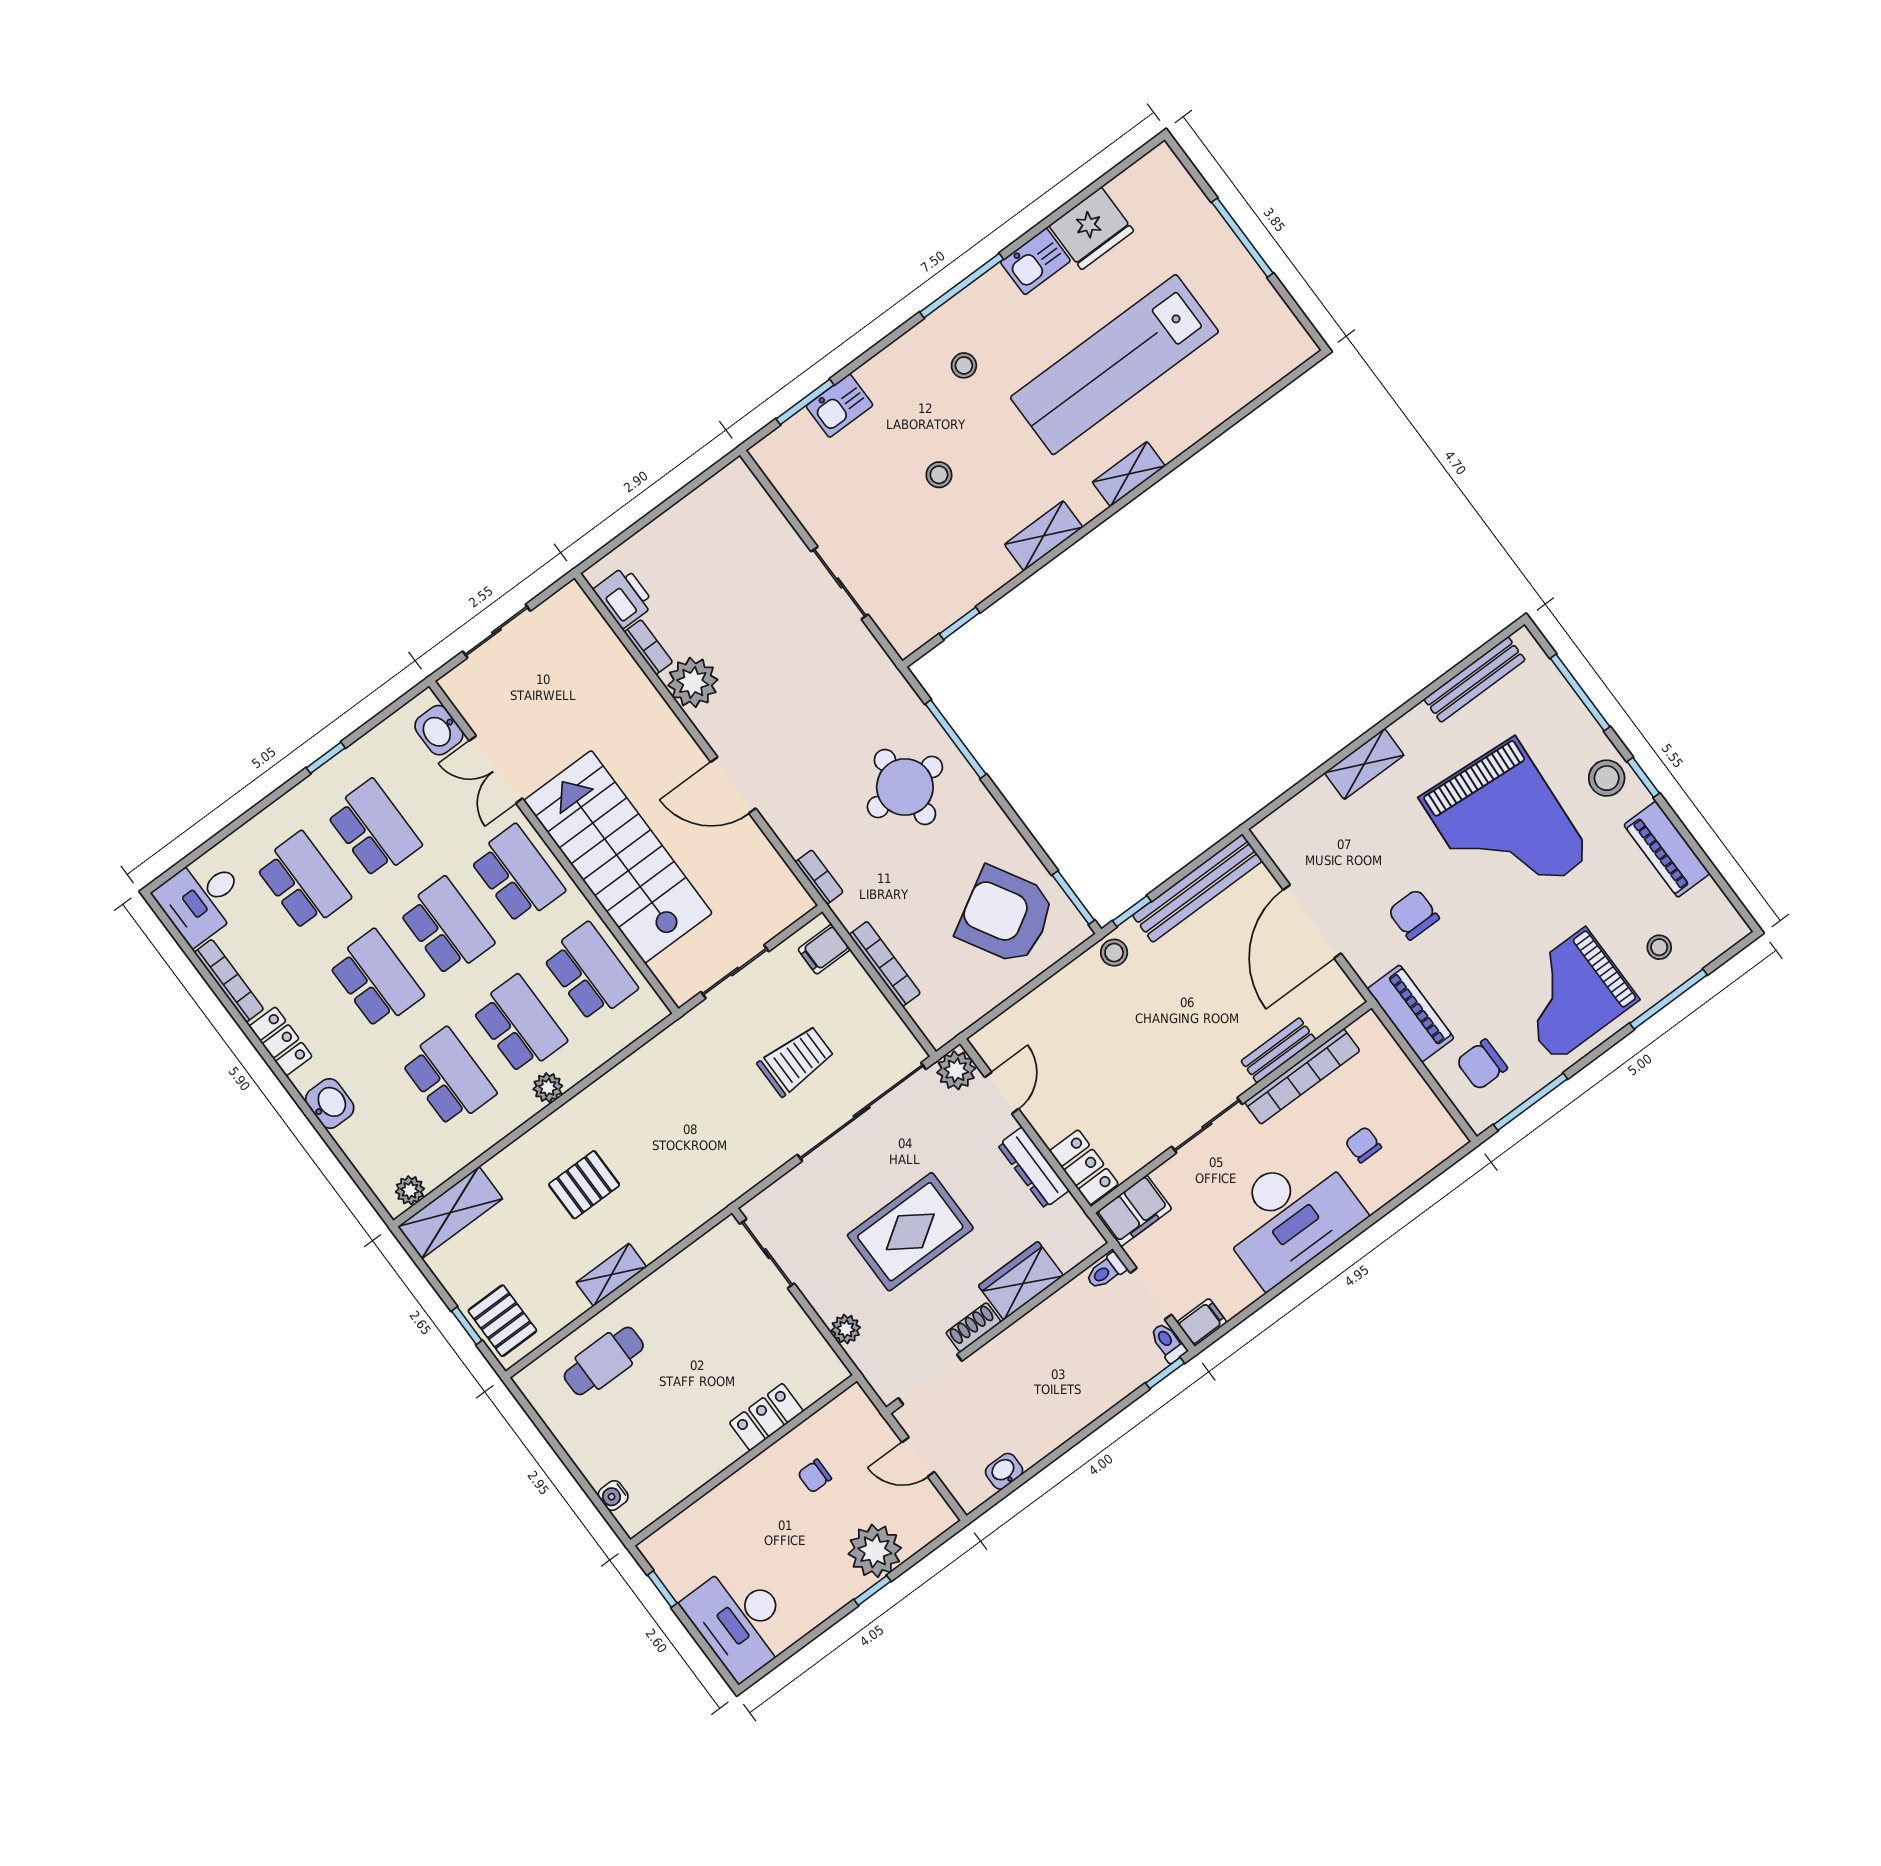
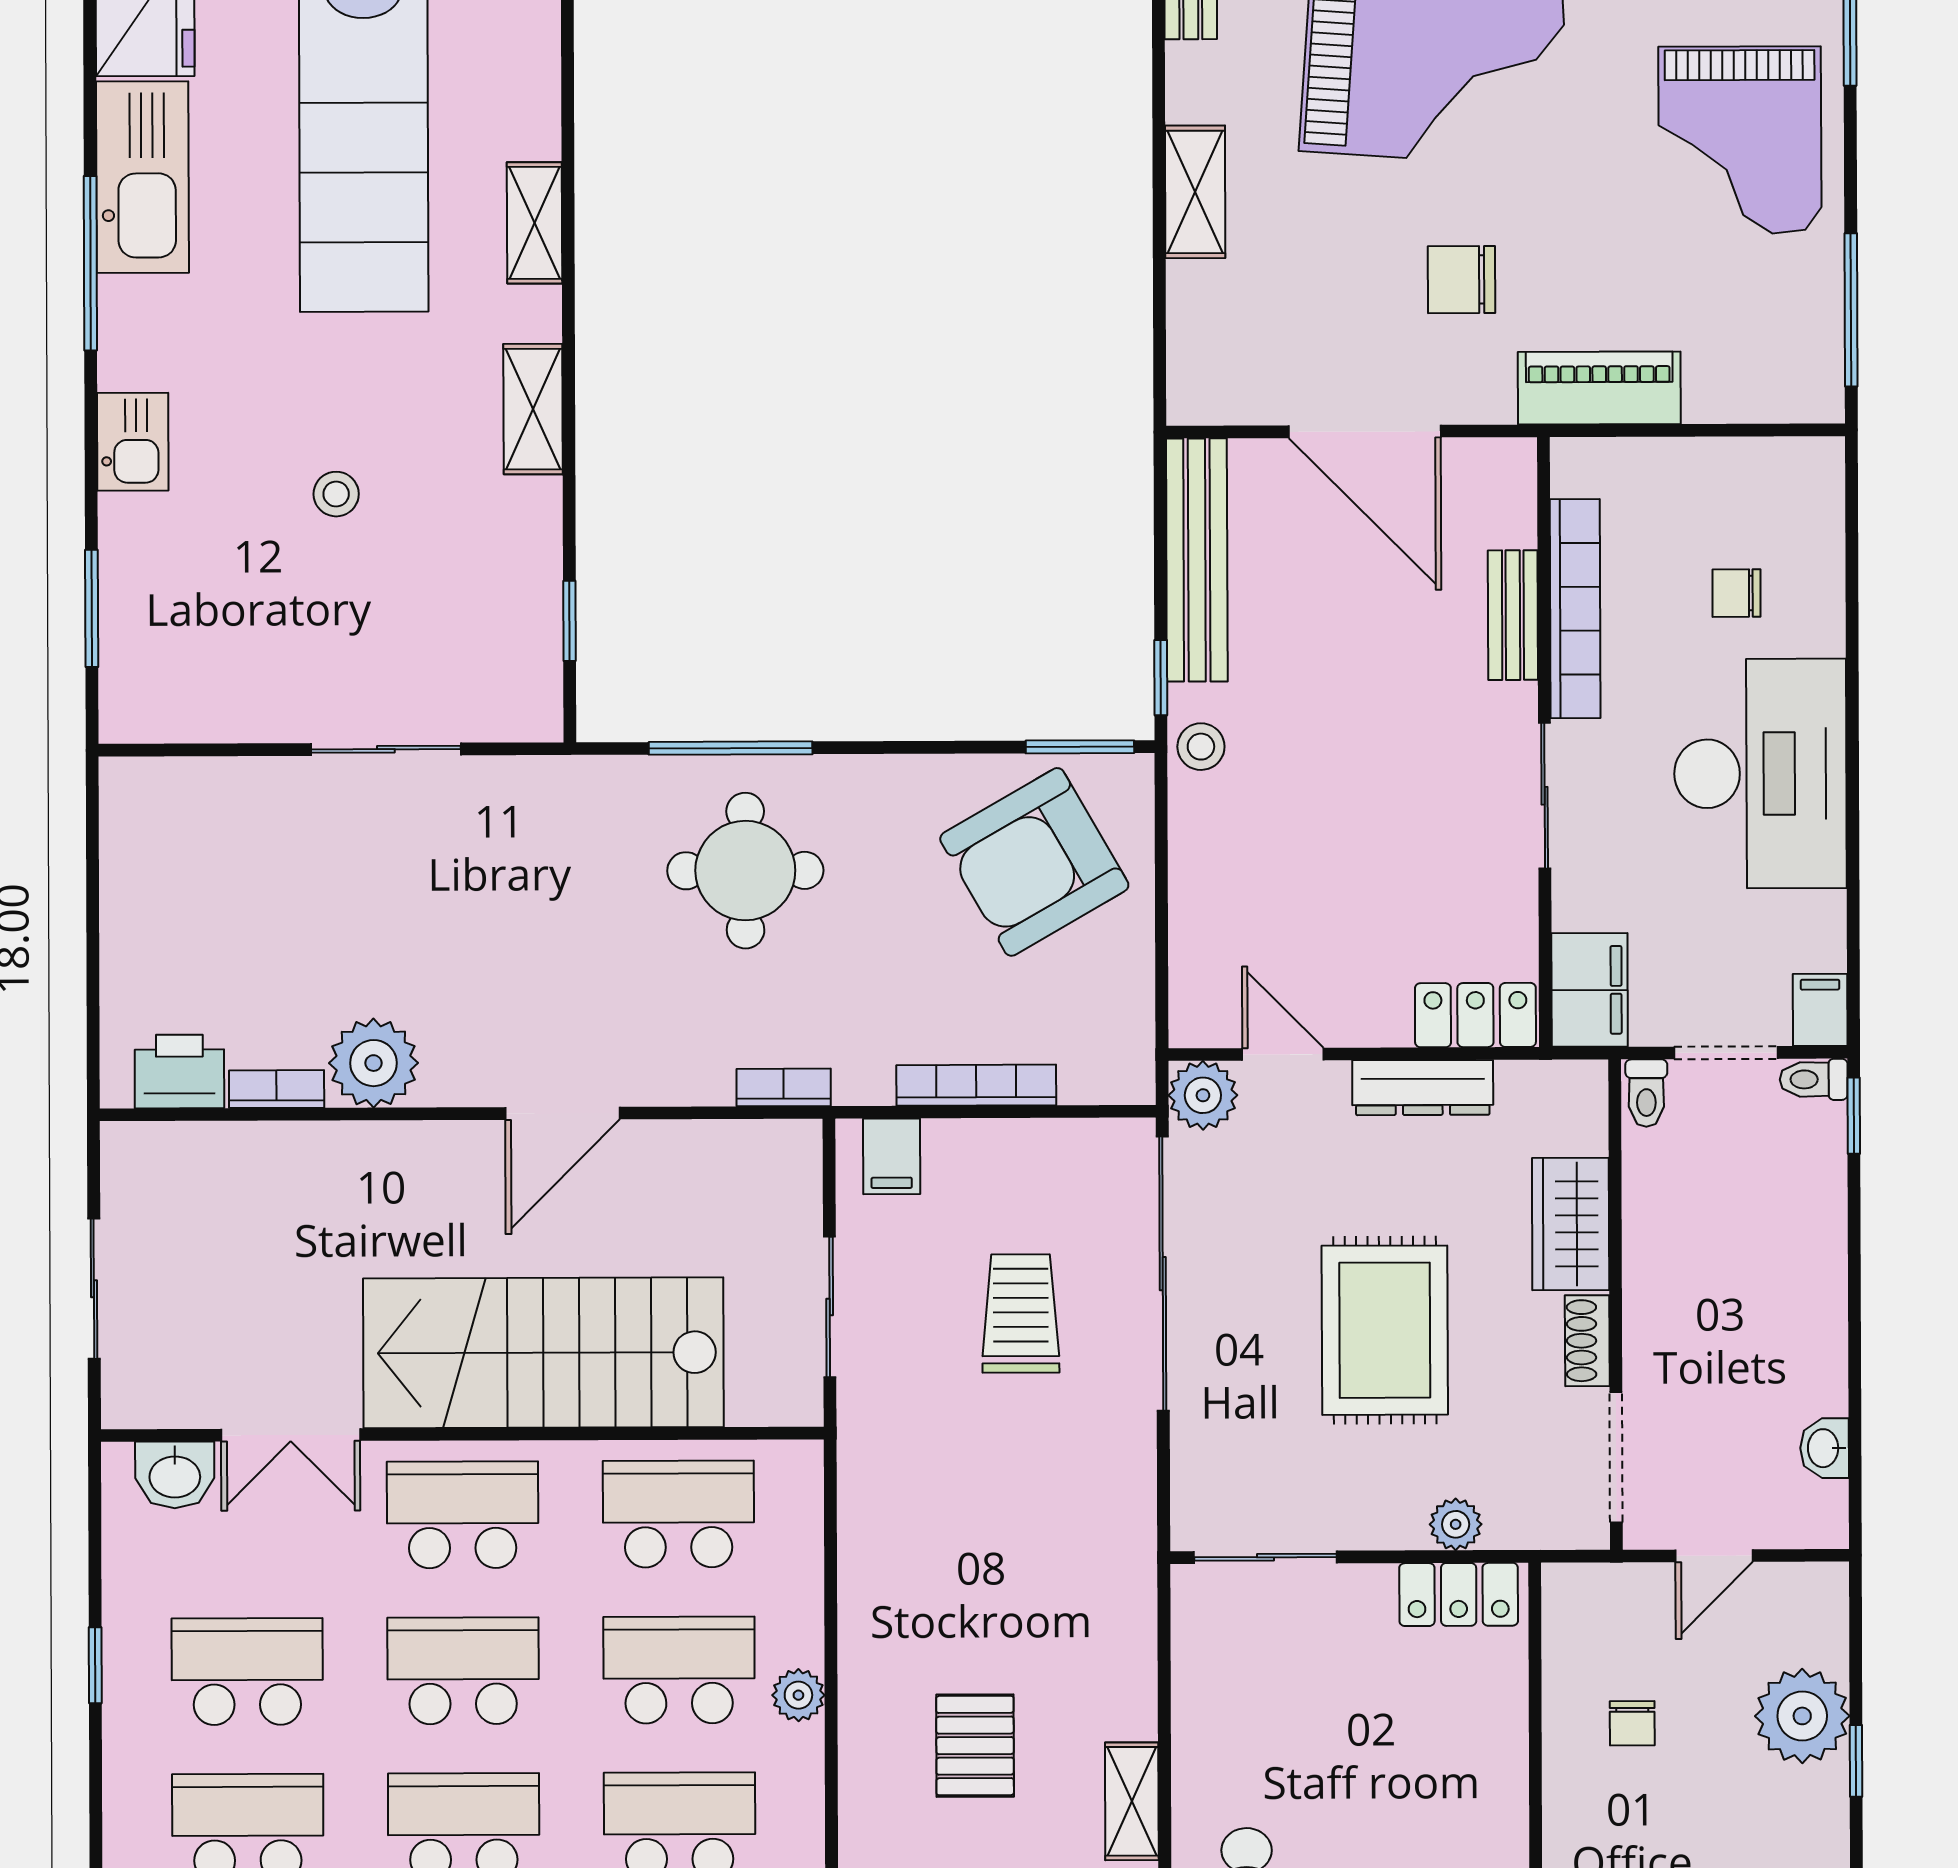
kitchen sink: (1035, 261) -> (142, 177), width x1.88, depth x1.24
stool: (964, 365) -> (207, 344), removed
kitchen sink: (840, 406) -> (133, 442), moved
chair: (1482, 1065) -> (1747, 340), removed
locker: (766, 1417) -> (1459, 1594), moved, turned -90

